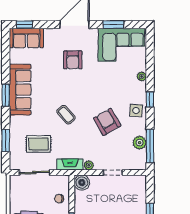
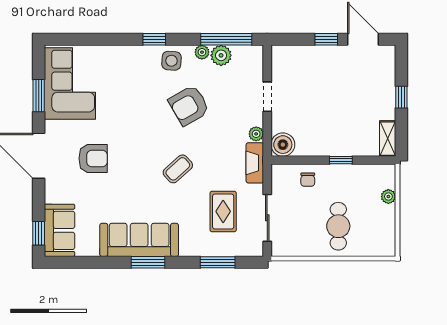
plant: (142, 76) -> (202, 52), moved

